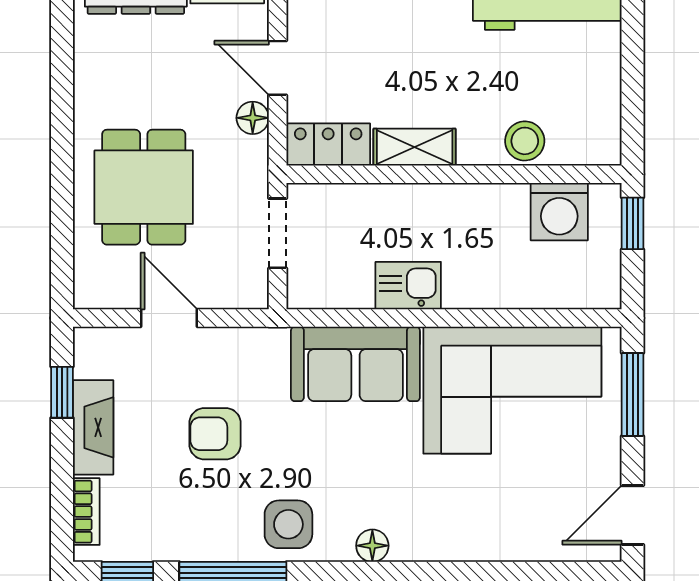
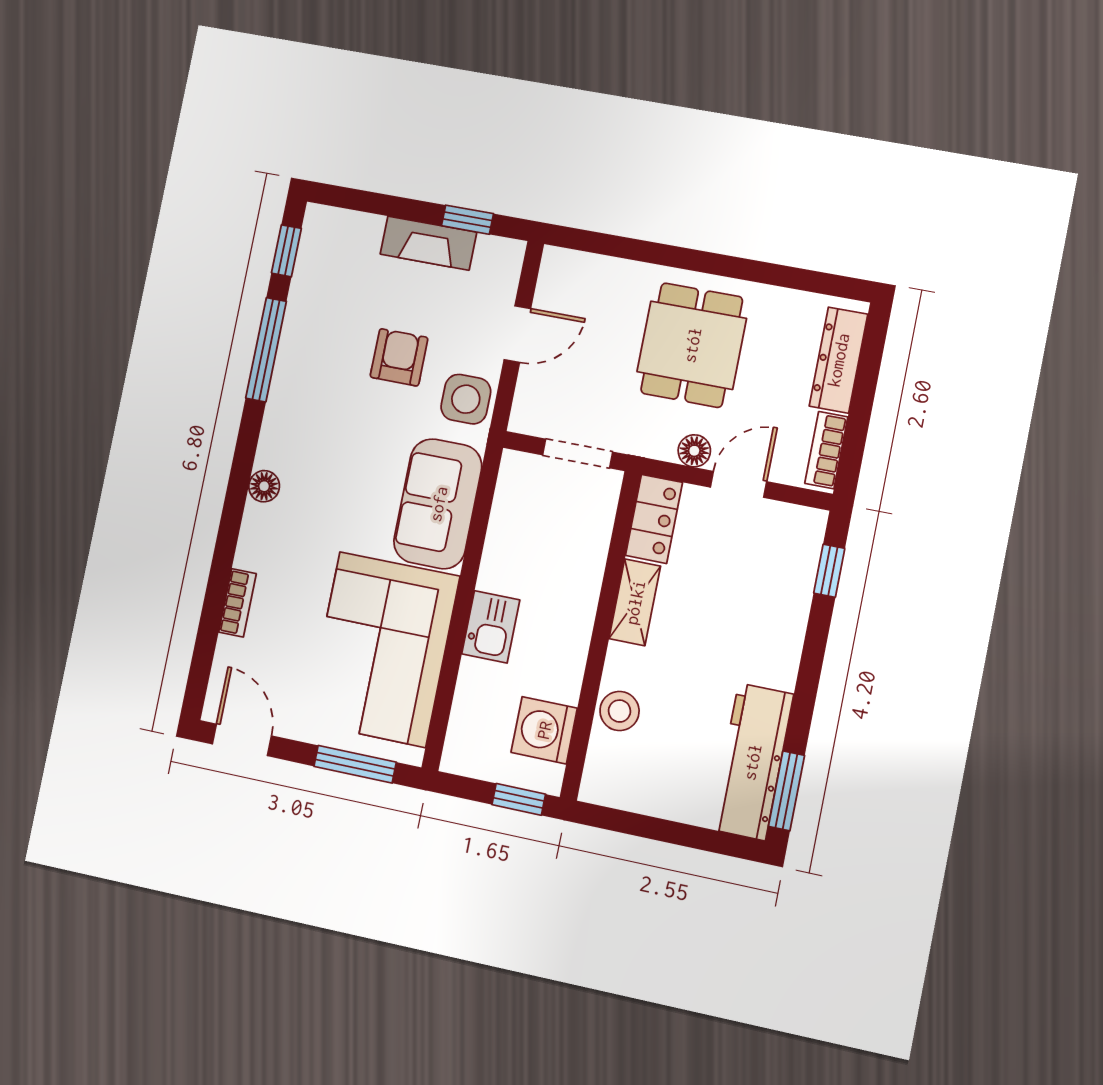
dining table: (144, 187) -> (692, 345), moved, turned 90
kitchen sink: (408, 286) -> (491, 627), moved
bookcase: (86, 512) -> (237, 603), moved, turned -90
side table: (288, 524) -> (466, 399), moved

